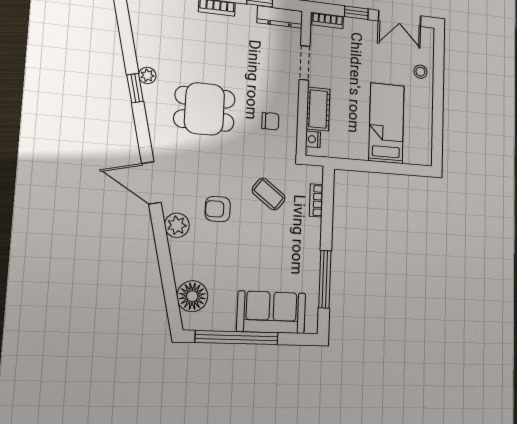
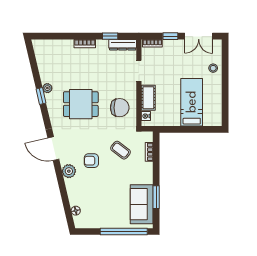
chair: (270, 121) -> (120, 108), width x1.87, depth x1.87
window: (325, 279) -> (156, 197), width x0.69
floor lamp: (192, 296) -> (76, 211), width x0.53, depth x0.53
sofa: (271, 312) -> (142, 204), moved, turned -90
window: (237, 338) -> (124, 232), moved

